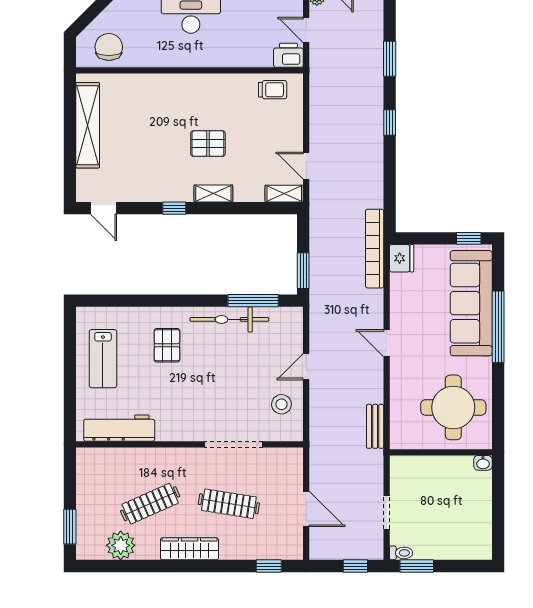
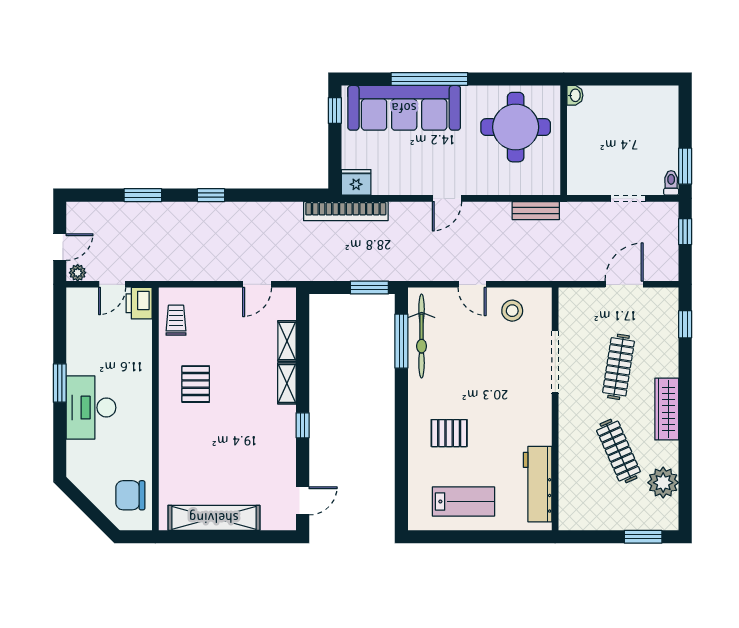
pallet: (208, 144) -> (196, 384), moved
shelving: (284, 194) -> (287, 341), moved
bicycle: (229, 319) -> (422, 336), moved

